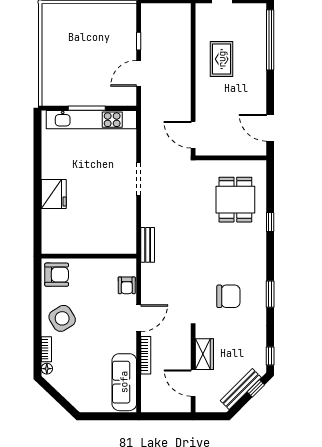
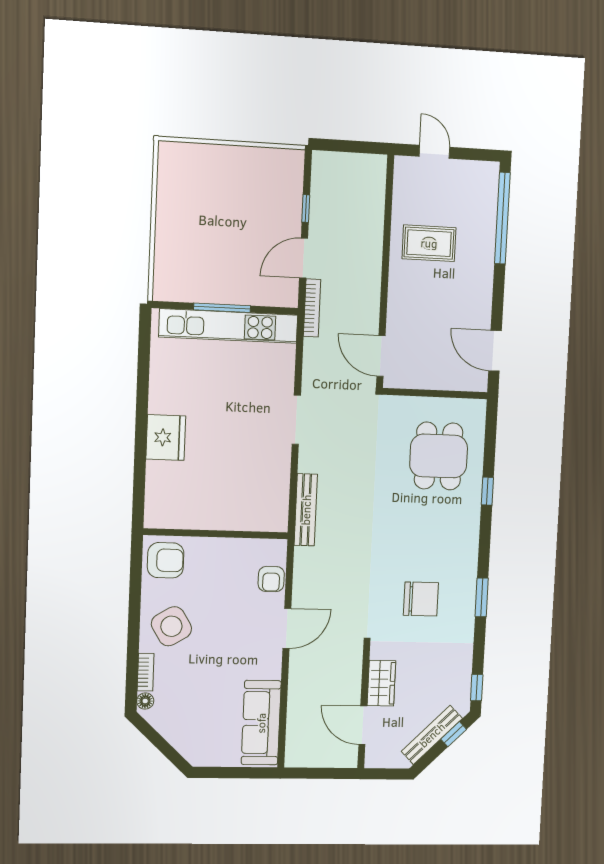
rug: (222, 59) -> (429, 243), turned 90
bench: (148, 245) -> (306, 510), width x1.36
bookcase: (146, 355) -> (312, 308), moved

